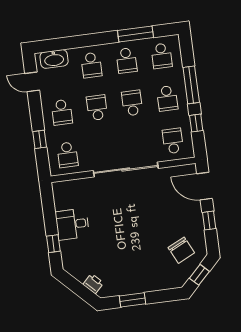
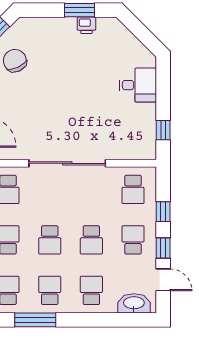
window: (36, 109) -> (163, 248), added
school desk: (67, 155) -> (133, 189), turned 180
desk: (72, 224) -> (138, 85), moved
window: (53, 244) -> (163, 130), moved
printer: (93, 284) -> (86, 25), moved, turned -45

